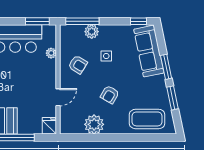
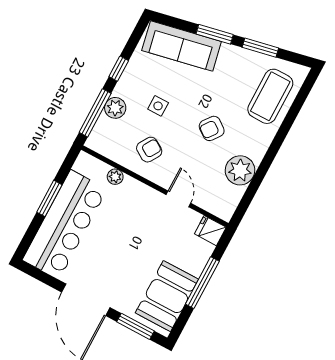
window: (37, 21) -> (49, 198), moved
window: (138, 21) -> (119, 69), moved
armchair: (110, 95) -> (212, 128), turned 97

